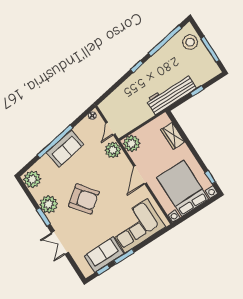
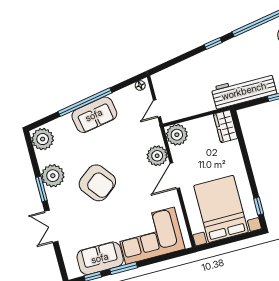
wardrobe: (173, 136) -> (225, 126), moved
plant: (113, 150) -> (157, 156), moved

